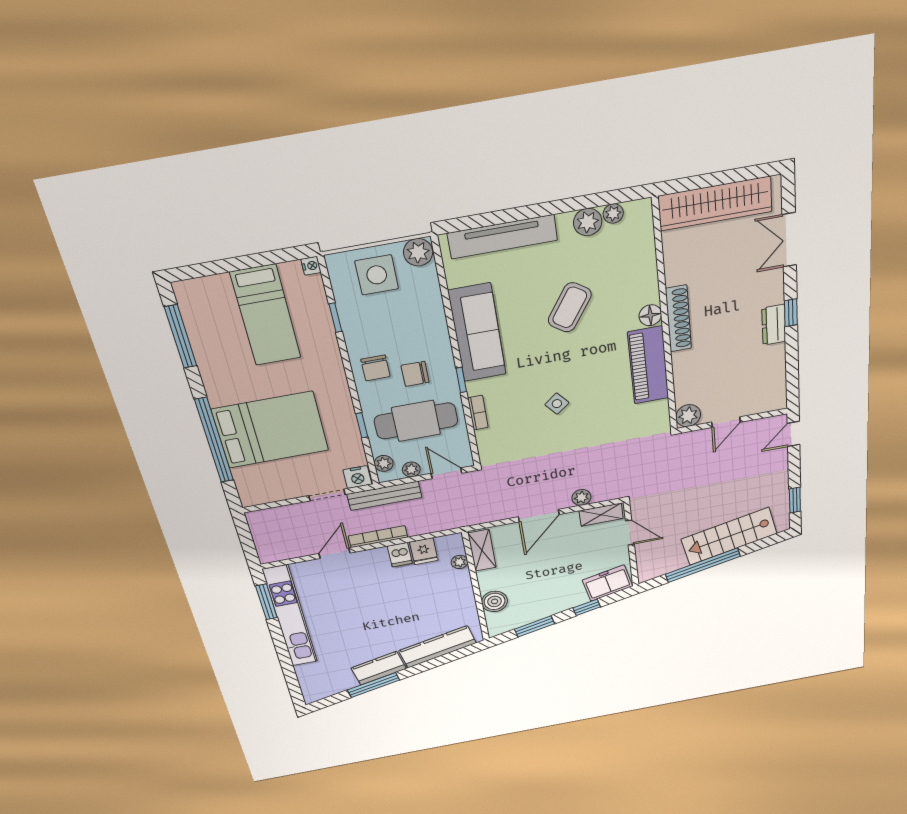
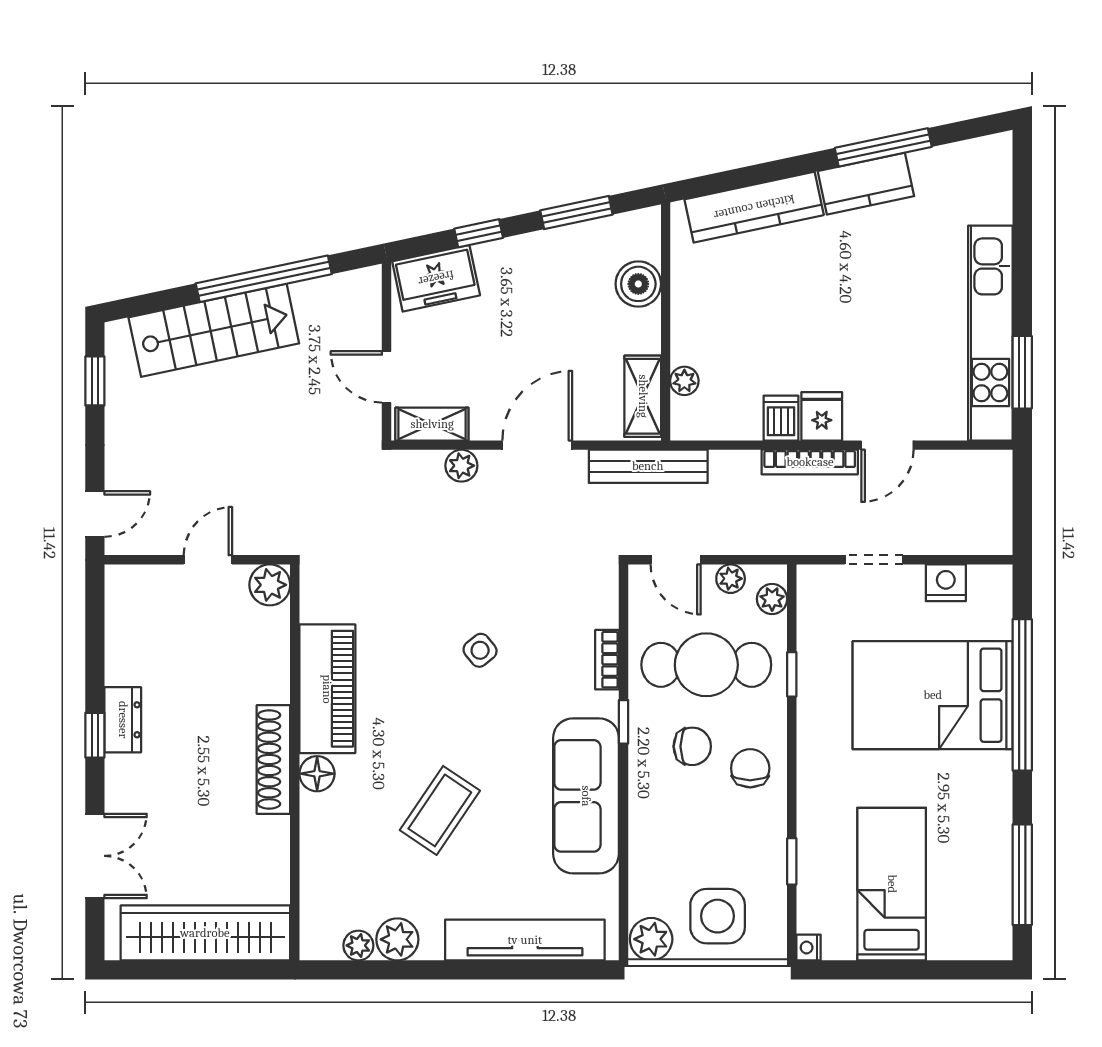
nightstand: (357, 477) -> (946, 583), moved
bench: (384, 496) -> (648, 466), moved
fridge: (424, 551) -> (822, 416), moved

